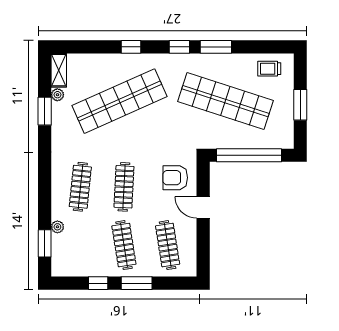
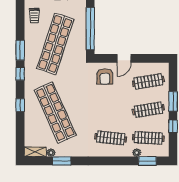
clothes rail: (124, 187) -> (148, 138), moved

